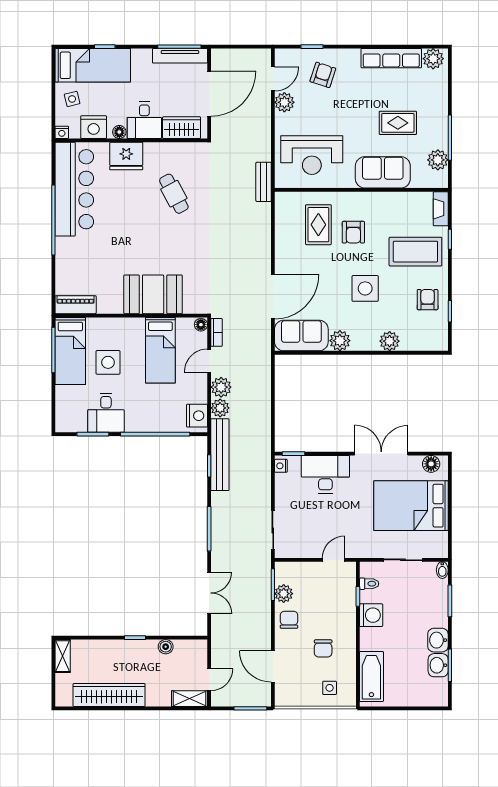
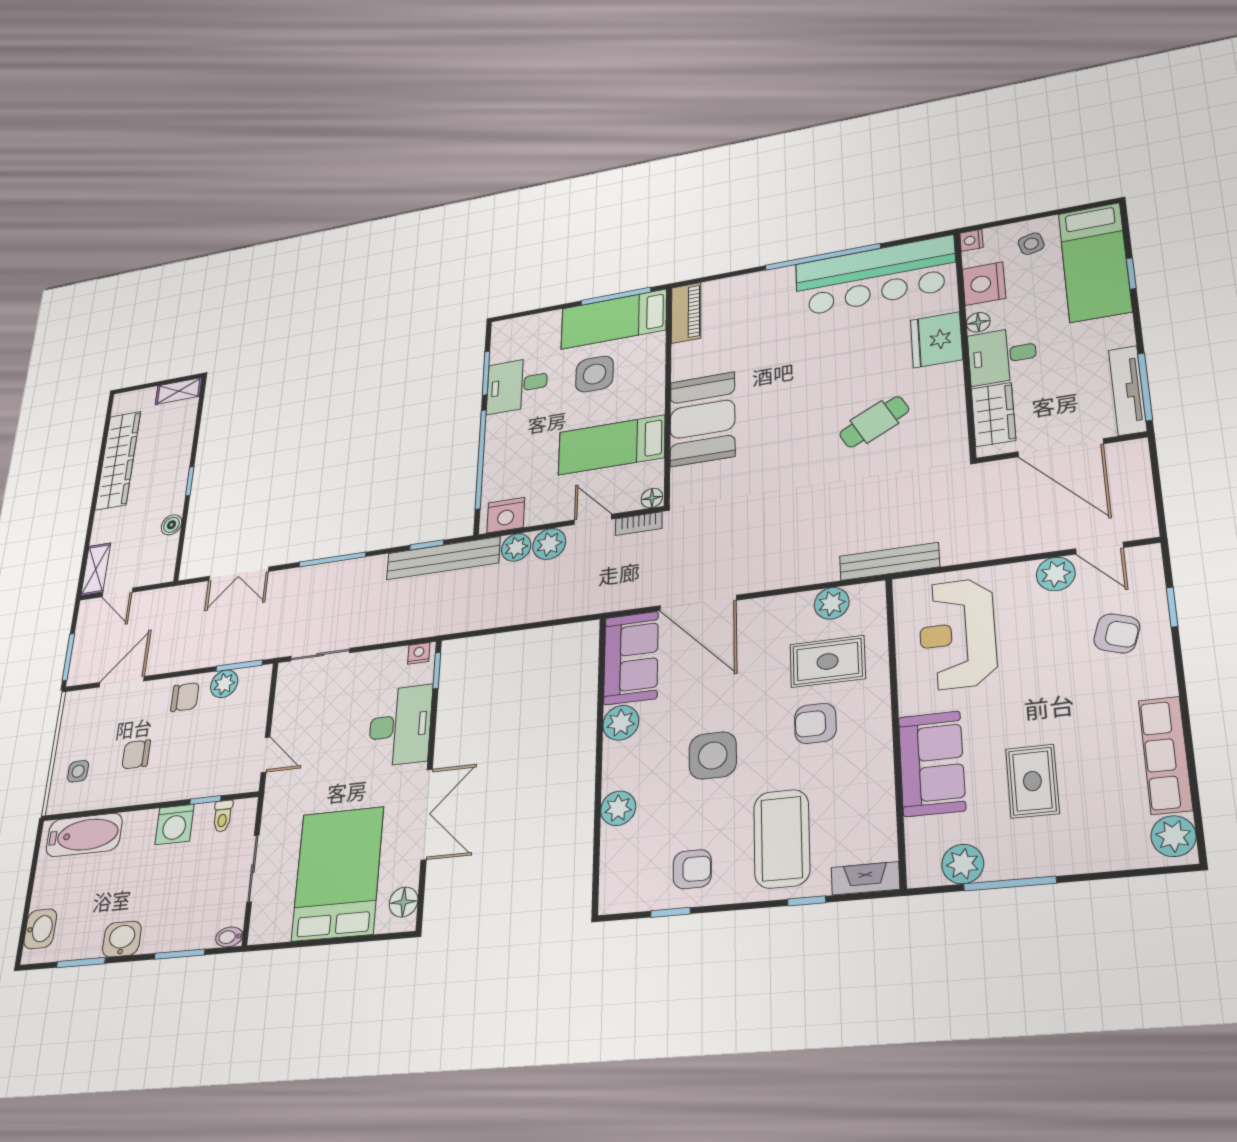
bench: (264, 182) -> (889, 561), width x1.36
plant: (284, 221) -> (832, 603), added
washbasin: (438, 665) -> (40, 929), moved, turned 90

